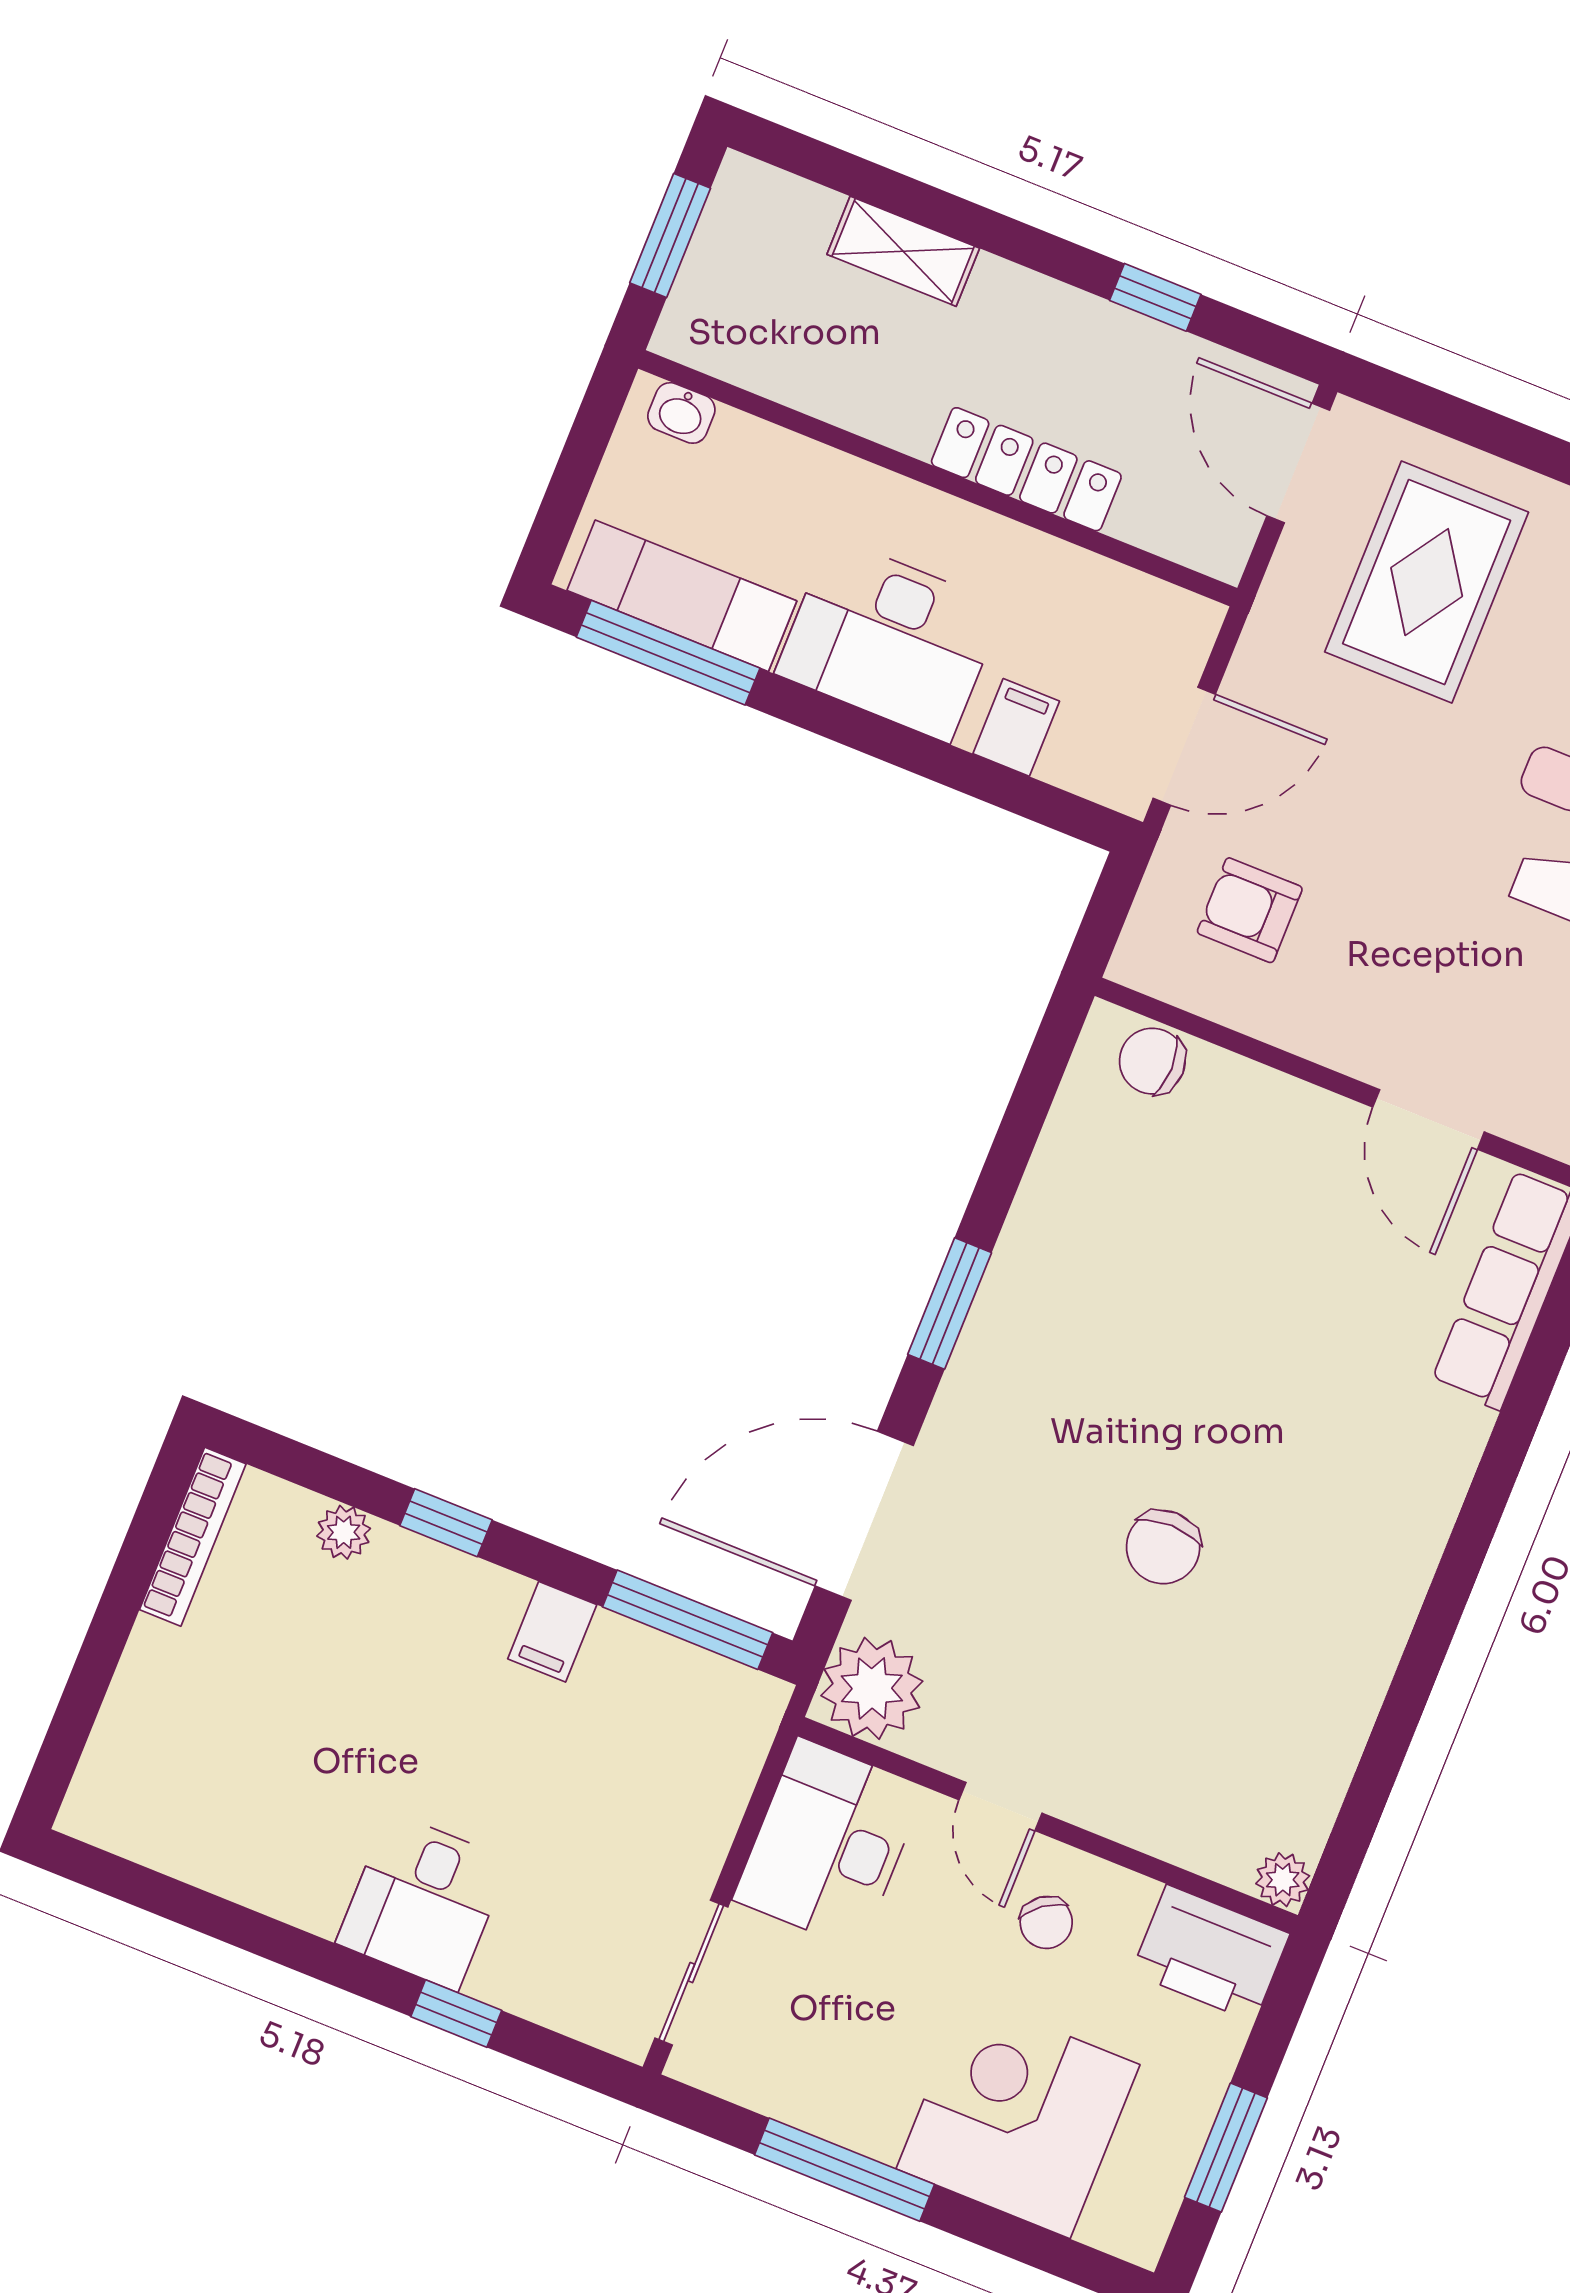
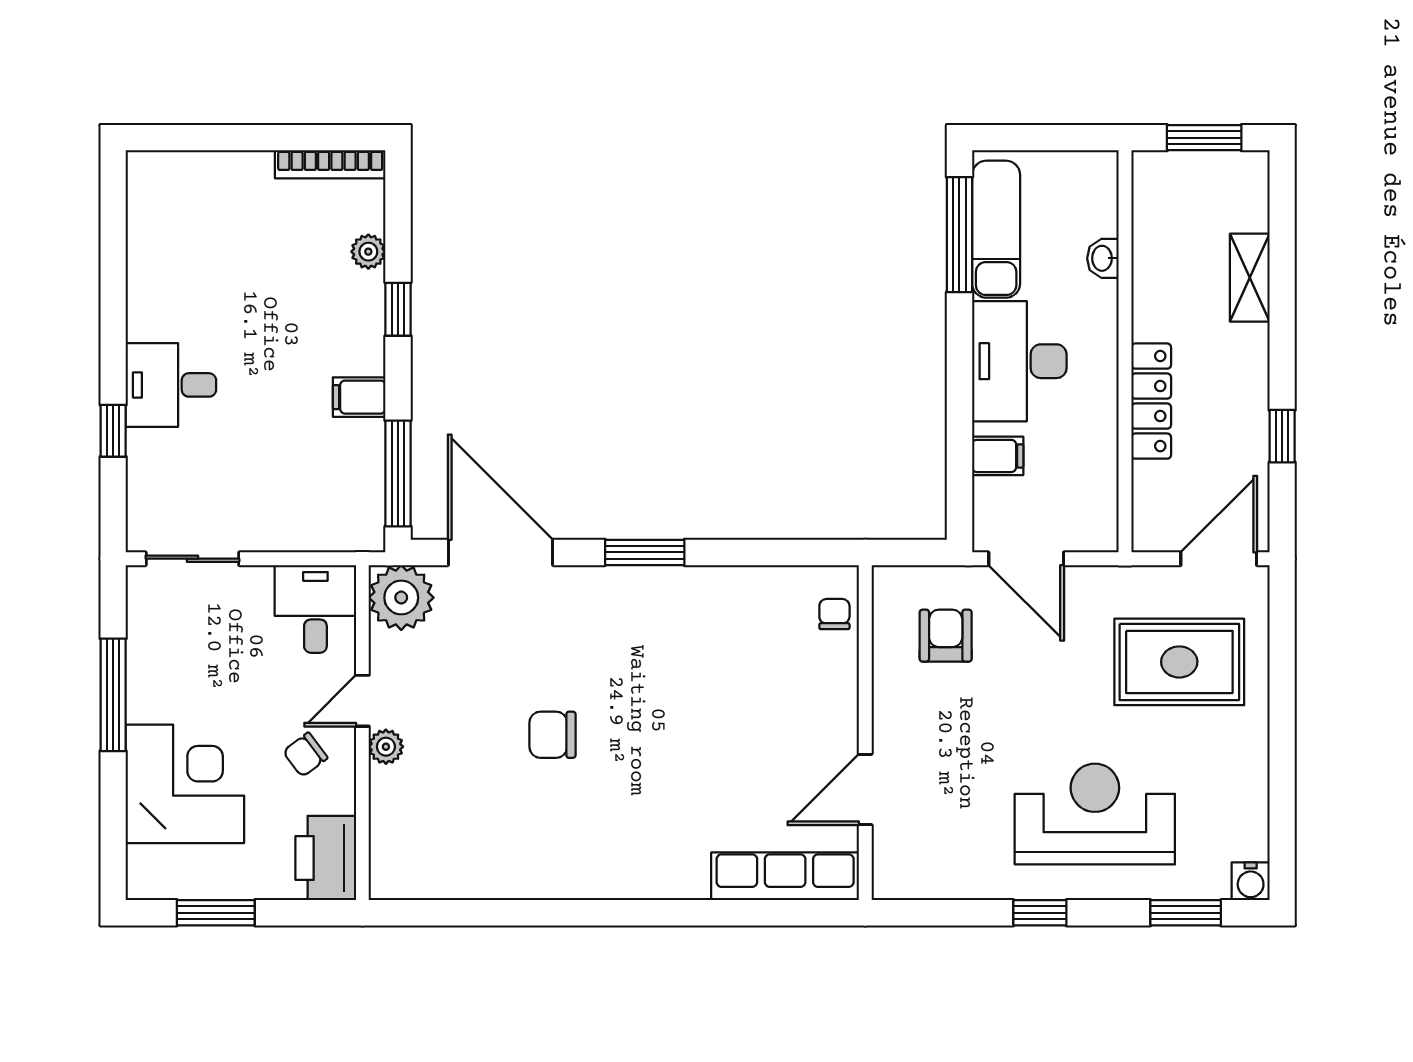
washbasin: (681, 413) -> (1103, 258), moved
chair: (1152, 1061) -> (834, 614), width x0.73, depth x0.73
desk: (829, 1844) -> (315, 609), width x0.73
plant: (1283, 1880) -> (386, 747), moved

